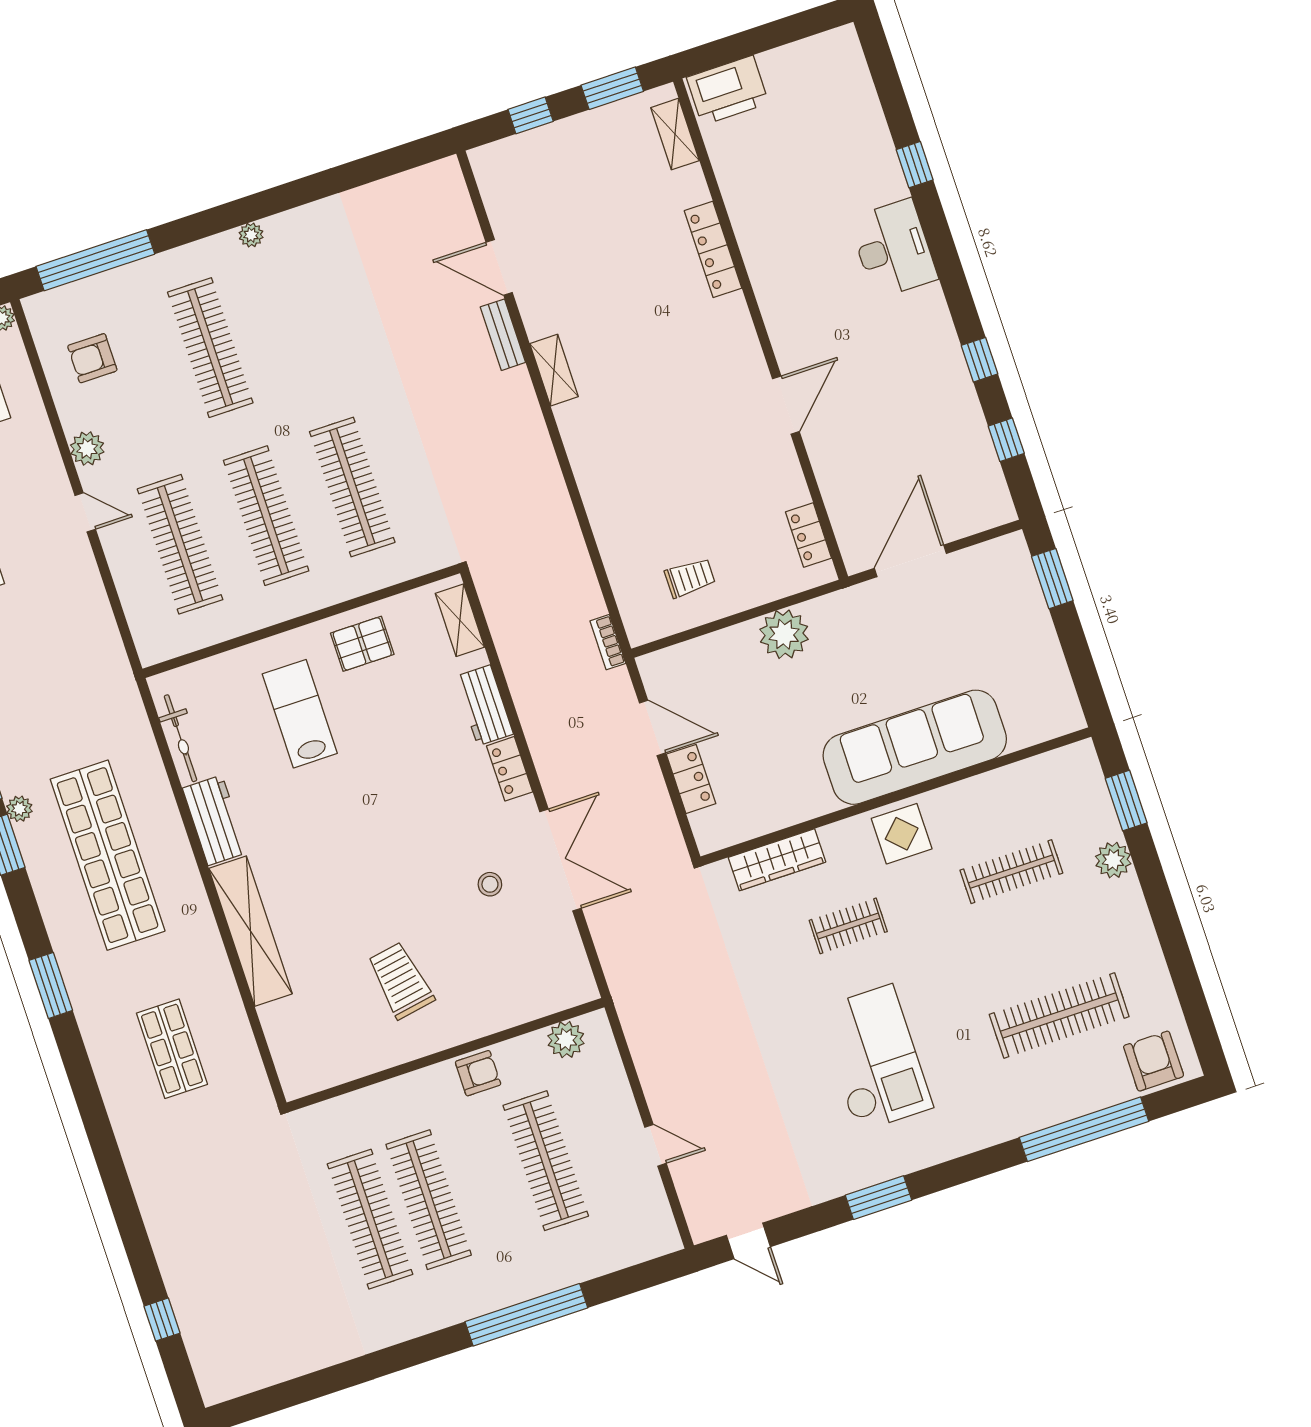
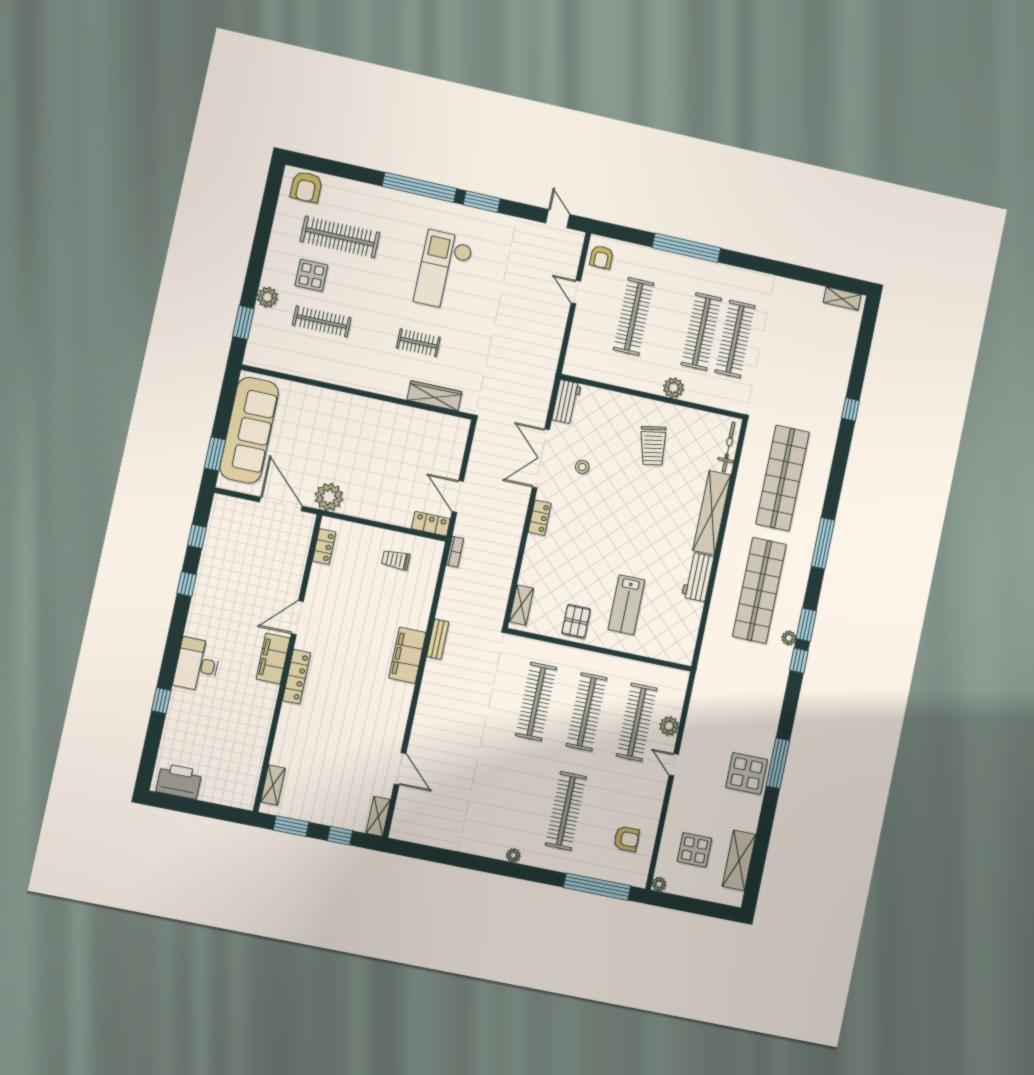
printer: (728, 90) -> (179, 781), moved
locker: (713, 249) -> (296, 677), moved
filing cabinet: (786, 323) -> (273, 659), added
bench: (503, 335) -> (438, 639), moved
shelving: (554, 370) -> (378, 816), moved
filing cabinet: (588, 444) -> (407, 655), added
plant: (87, 449) -> (669, 726), moved
door: (910, 561) -> (281, 504), swing flipped
plant: (784, 634) -> (329, 497), moved
pallet: (362, 644) -> (576, 621), turned 90
workbench: (484, 705) -> (567, 402), moved
bicycle: (181, 738) -> (729, 447), moved
sofa: (915, 747) -> (249, 430), moved, turned -90
locker: (691, 779) -> (431, 524), moved, turned 90
display table: (902, 834) -> (311, 275), moved
window: (51, 985) -> (823, 543), width x1.44
plant: (566, 1040) -> (673, 388), moved
shop shelf: (172, 1049) -> (783, 478), width x2.00, depth x1.36
armchair: (478, 1073) -> (602, 257), moved, turned -90
window: (1084, 1129) -> (419, 187), moved
window: (162, 1320) -> (850, 409), moved
shelving: (240, 1381) -> (842, 299), added

